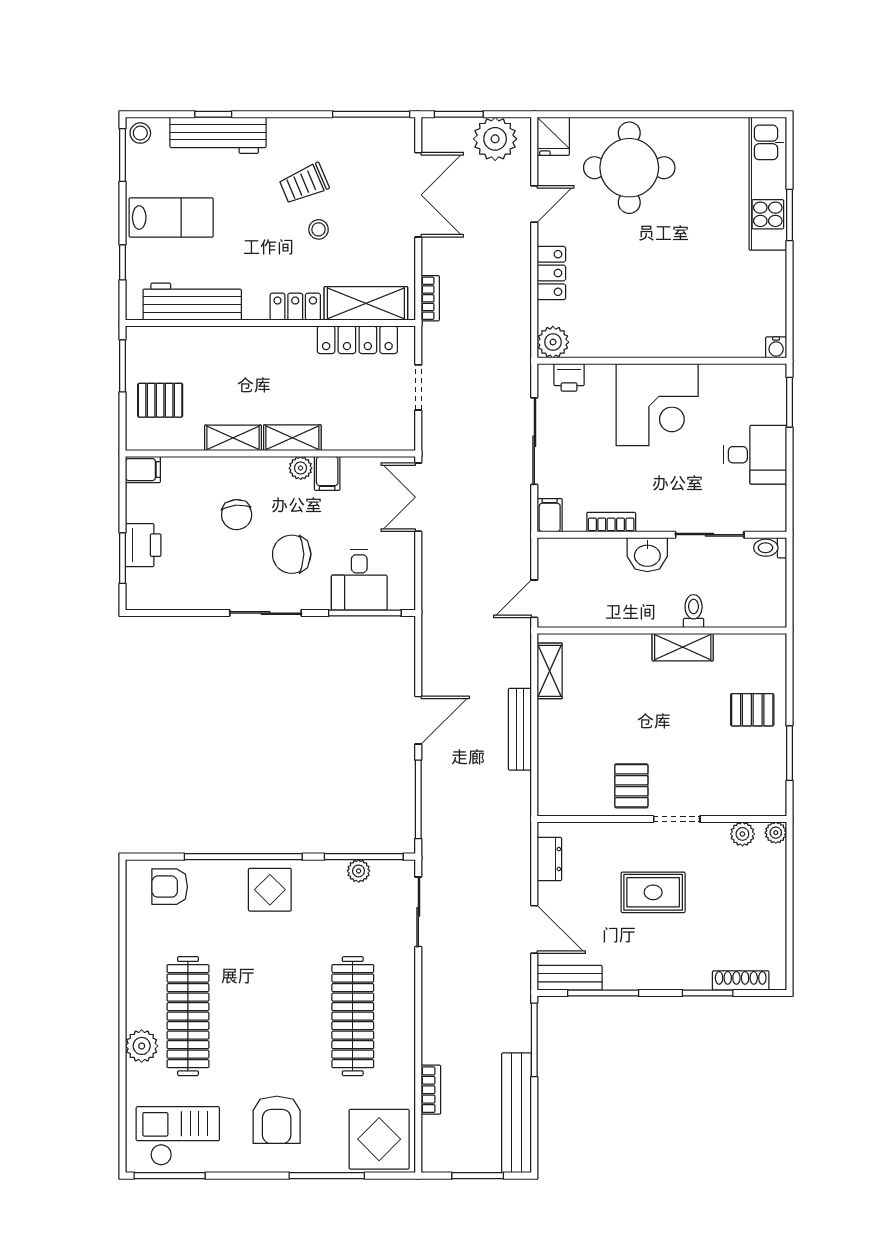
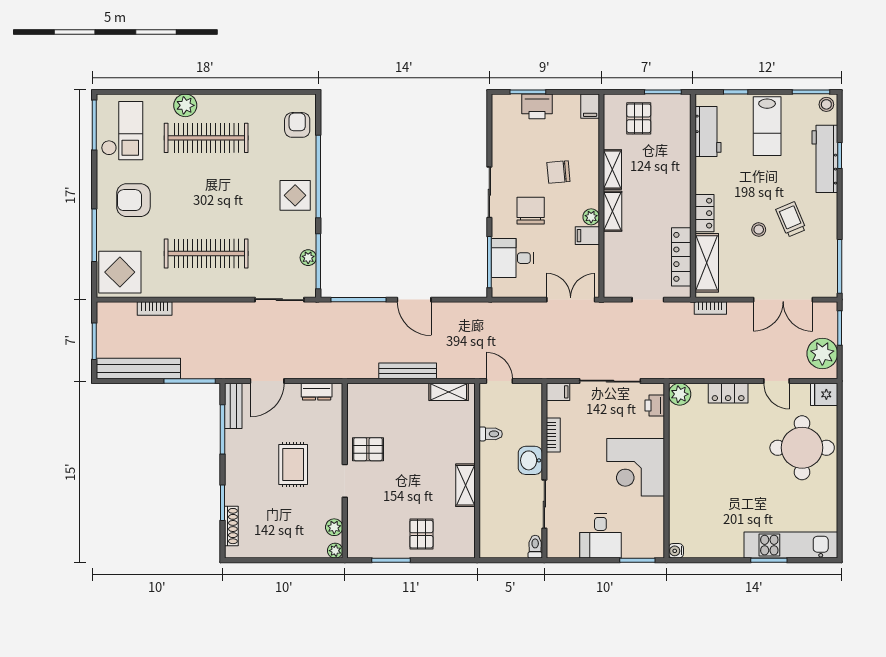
workbench: (192, 302) -> (708, 131), width x0.73
toilet: (694, 611) -> (491, 434), moved

